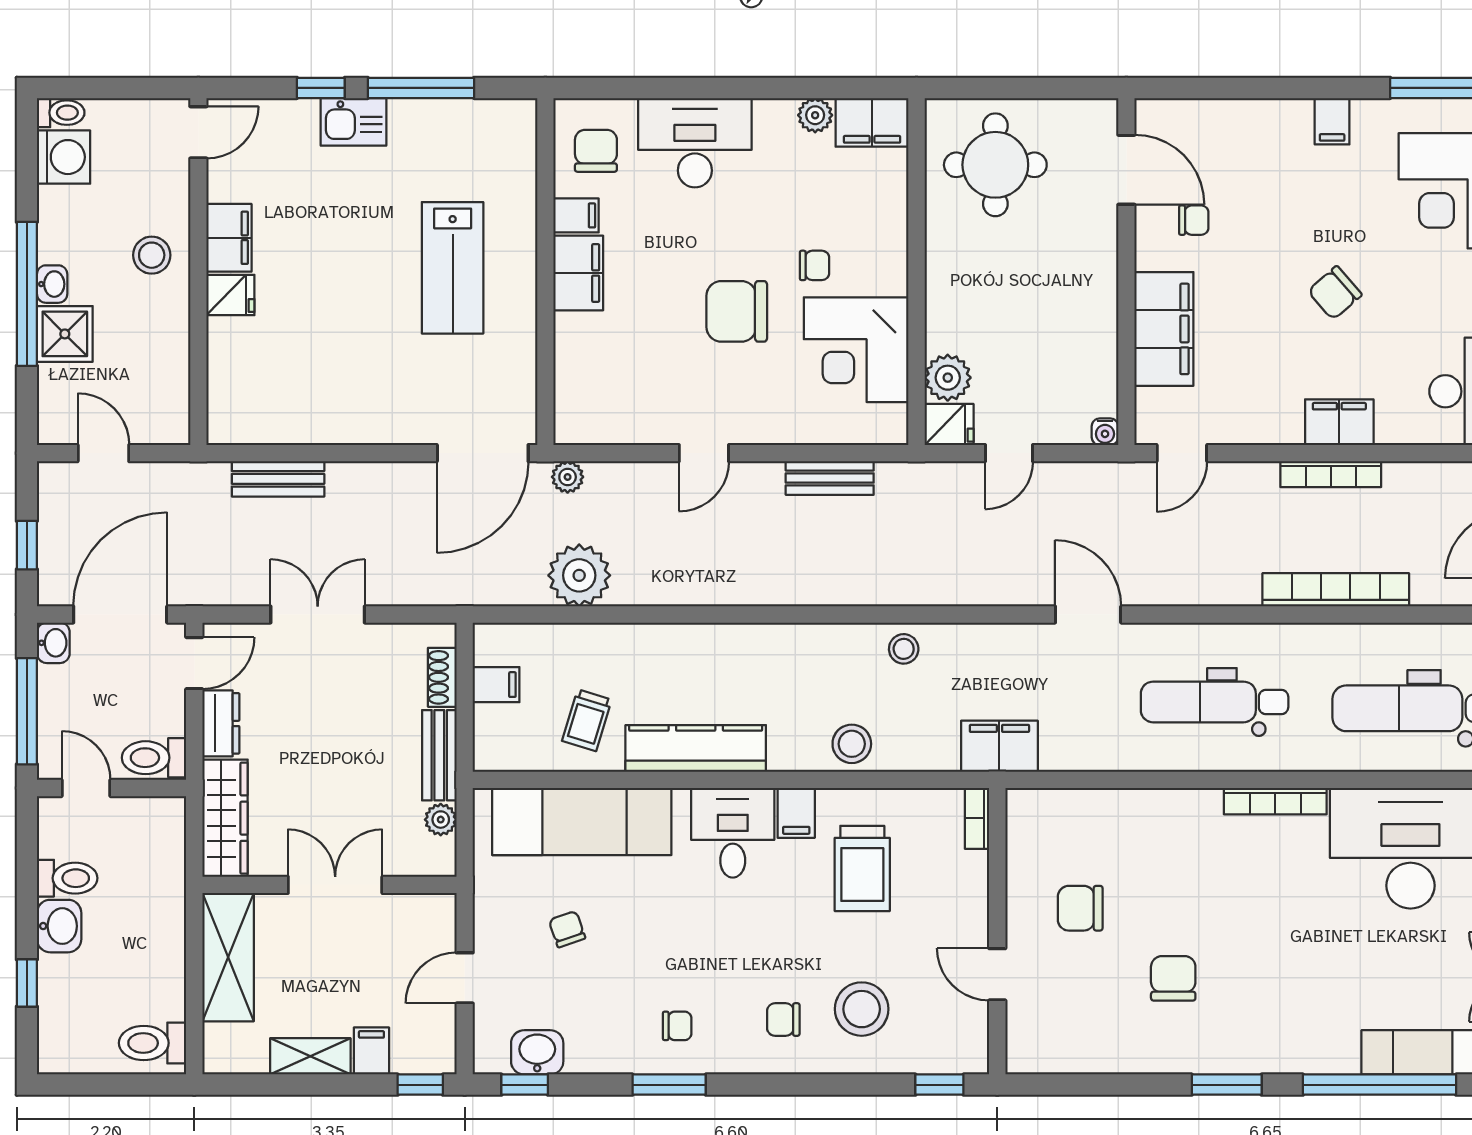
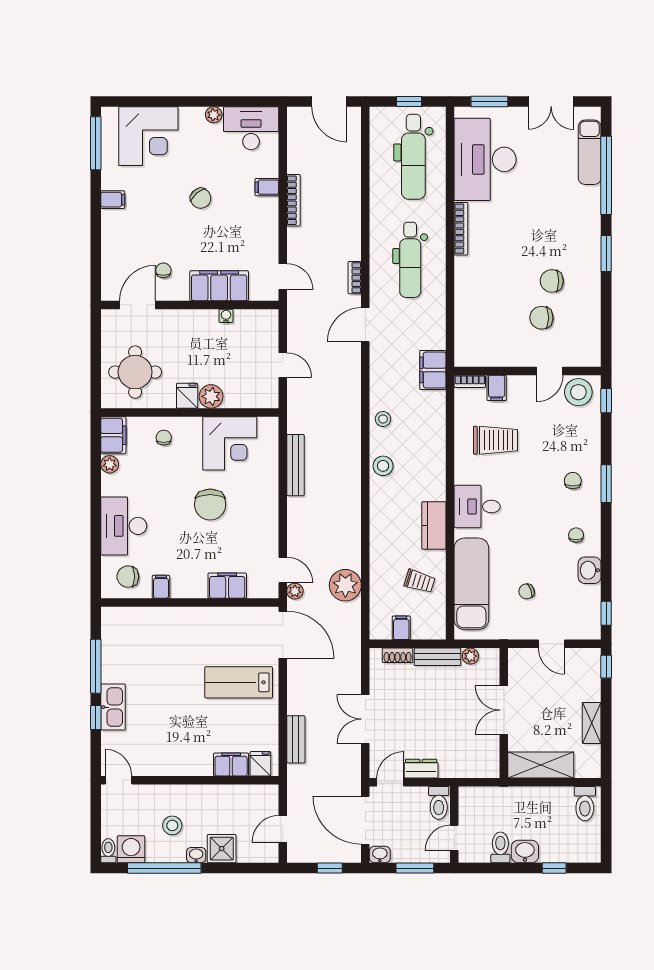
kitchen sink: (354, 122) -> (113, 707), width x1.38
filing cabinet: (229, 238) -> (231, 765), moved
stool: (152, 255) -> (172, 825), moved
chair: (815, 265) -> (164, 438), moved
lab bench: (453, 268) -> (239, 682), moved, turned 180
filing cabinet: (578, 273) -> (227, 586), moved
window: (27, 294) -> (164, 868), moved
fridge: (230, 295) -> (260, 764), moved
plant: (948, 378) -> (211, 396), moved
filing cabinet: (1339, 422) -> (267, 187), width x0.50
fridge: (949, 425) -> (187, 396), moved
water cooler: (1105, 432) -> (226, 316), moved, turned -90
door: (704, 453) -> (283, 570), moved
bench: (830, 478) -> (295, 465), width x1.36
bookcase: (1336, 590) -> (355, 278), moved, width x0.43, depth x0.76
door: (194, 663) -> (390, 782), hinge flipped
window: (27, 711) -> (415, 868), width x0.69
stool: (852, 744) -> (383, 466), moved
kitchen counter: (696, 748) -> (434, 526), width x0.67
filing cabinet: (796, 813) -> (497, 388), moved, turned 90
wardrobe: (225, 818) -> (470, 767), removed
chair: (1080, 908) -> (541, 318), moved, turned 90
stool: (862, 1009) -> (578, 392), moved
chair: (783, 1020) -> (573, 481), turned 180
filing cabinet: (371, 1051) -> (589, 692), removed
washbasin: (537, 1052) -> (590, 570), moved
window: (669, 1085) -> (606, 484), moved

